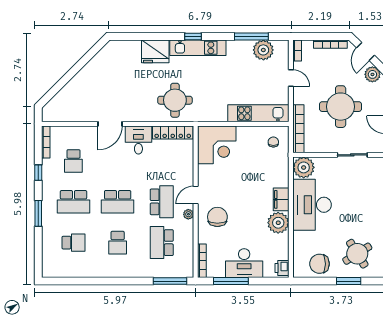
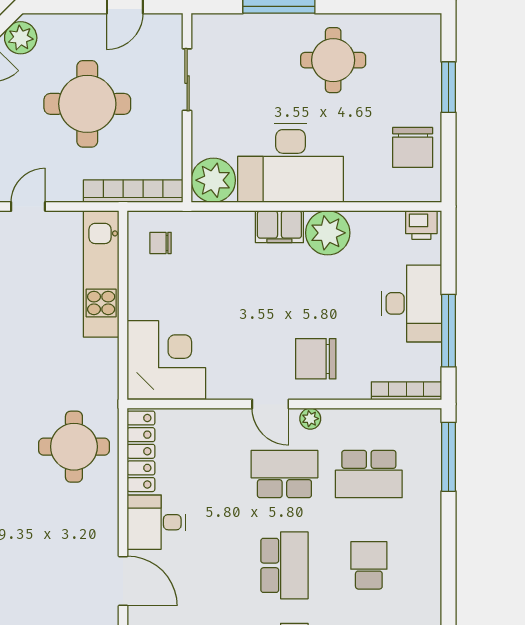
school desk: (118, 243) -> (369, 565), turned -90
round table: (357, 254) -> (333, 60), moved, turned 32

